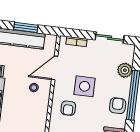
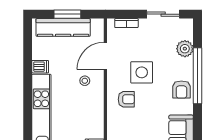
armchair: (118, 106) -> (181, 90), turned 180
armchair: (68, 108) -> (126, 99), turned -90

